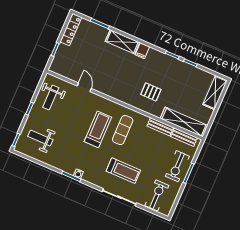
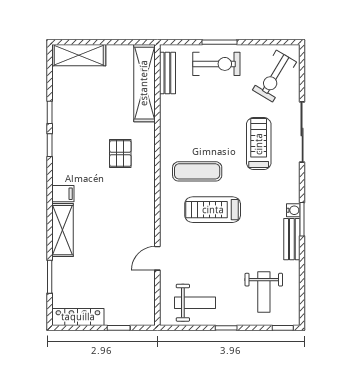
bench: (160, 127) -> (292, 239), moved
exercise bike: (157, 195) -> (274, 76), turned -59

